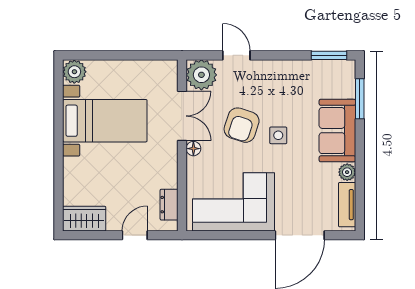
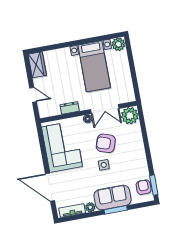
door: (236, 55) -> (144, 133), removed
armchair: (329, 74) -> (144, 187), added
window: (360, 99) -> (116, 210), moved
dresser: (169, 205) -> (70, 108), moved

